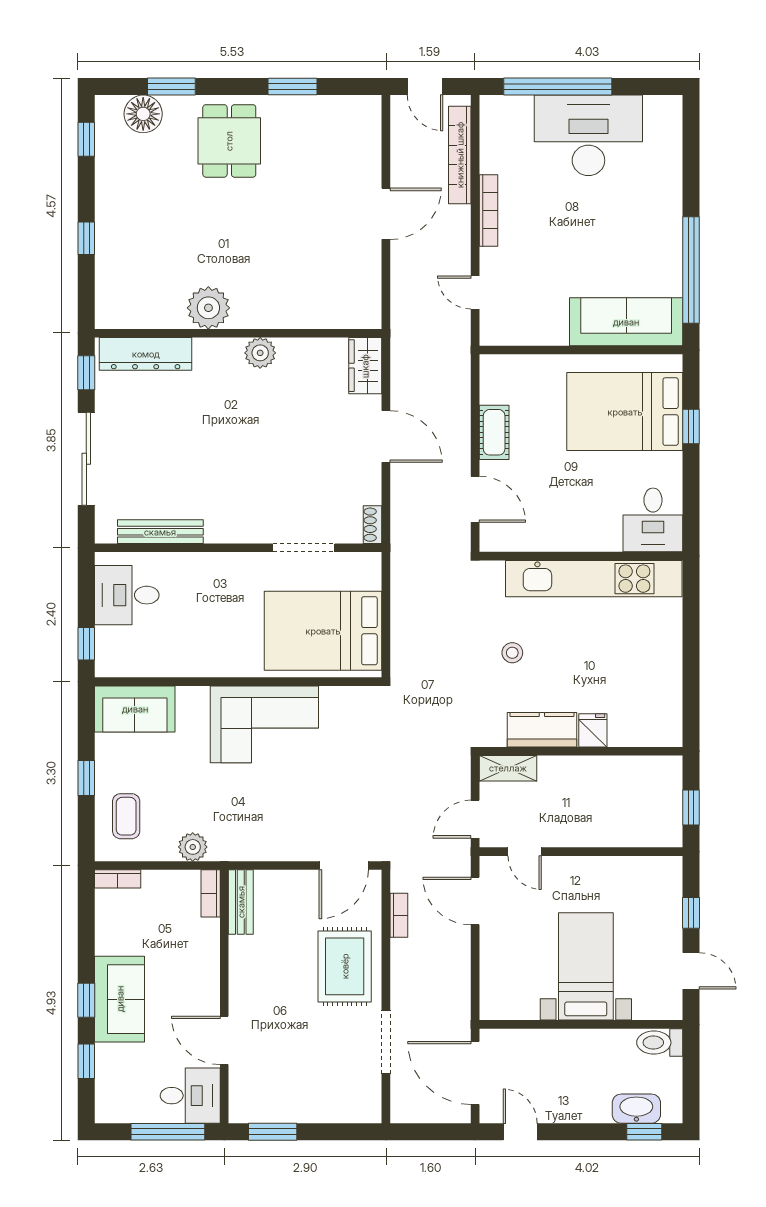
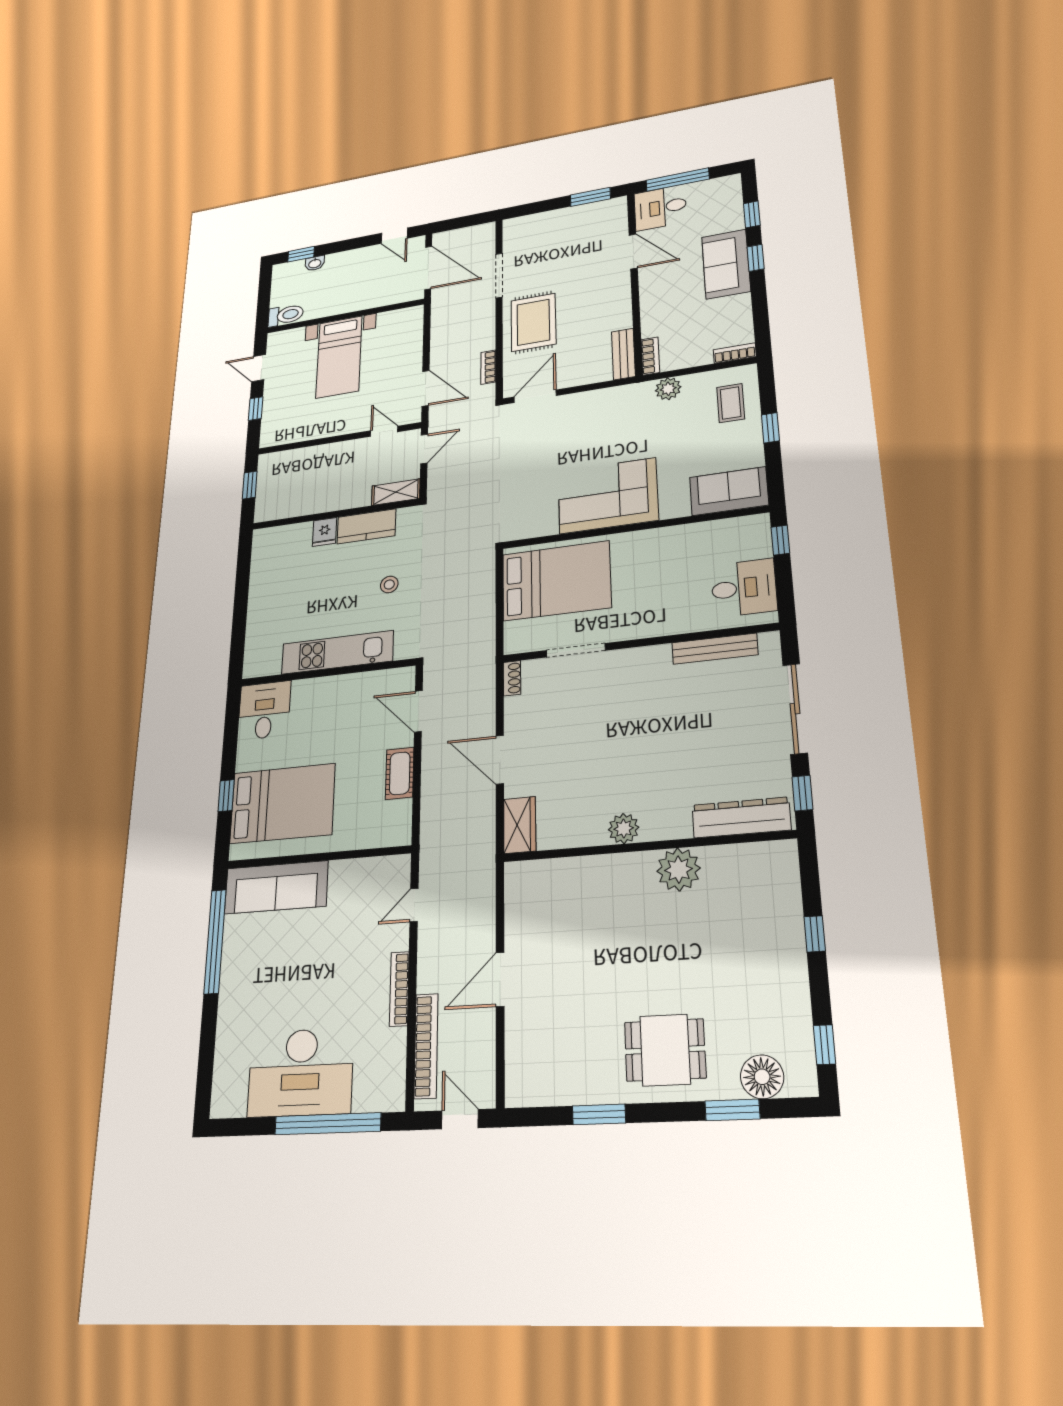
dining table: (229, 141) -> (665, 1050), turned 90
door: (475, 292) -> (414, 905), swing flipped
kitchen unit: (594, 579) -> (337, 652), width x0.73
washbasin: (636, 1109) -> (315, 263), width x0.52, depth x0.69

